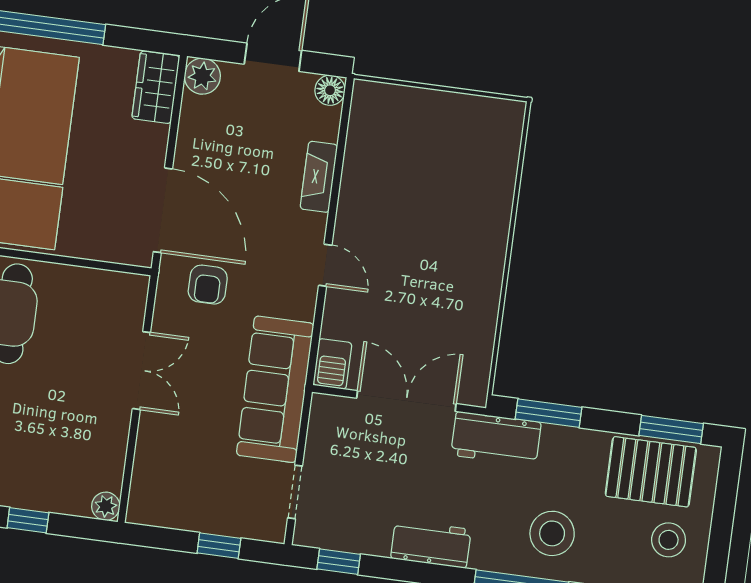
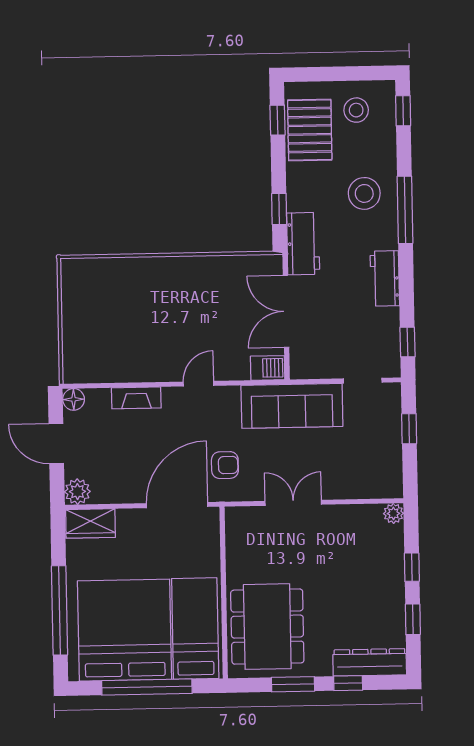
window: (549, 413) -> (279, 209), width x0.67
window: (671, 430) -> (277, 120), width x0.67

